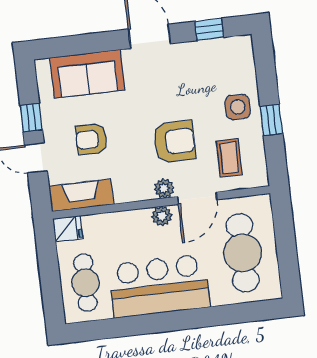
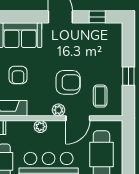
side table: (238, 107) -> (109, 66), removed
armchair: (91, 139) -> (18, 75), turned -90
plant: (162, 216) -> (40, 127), moved

